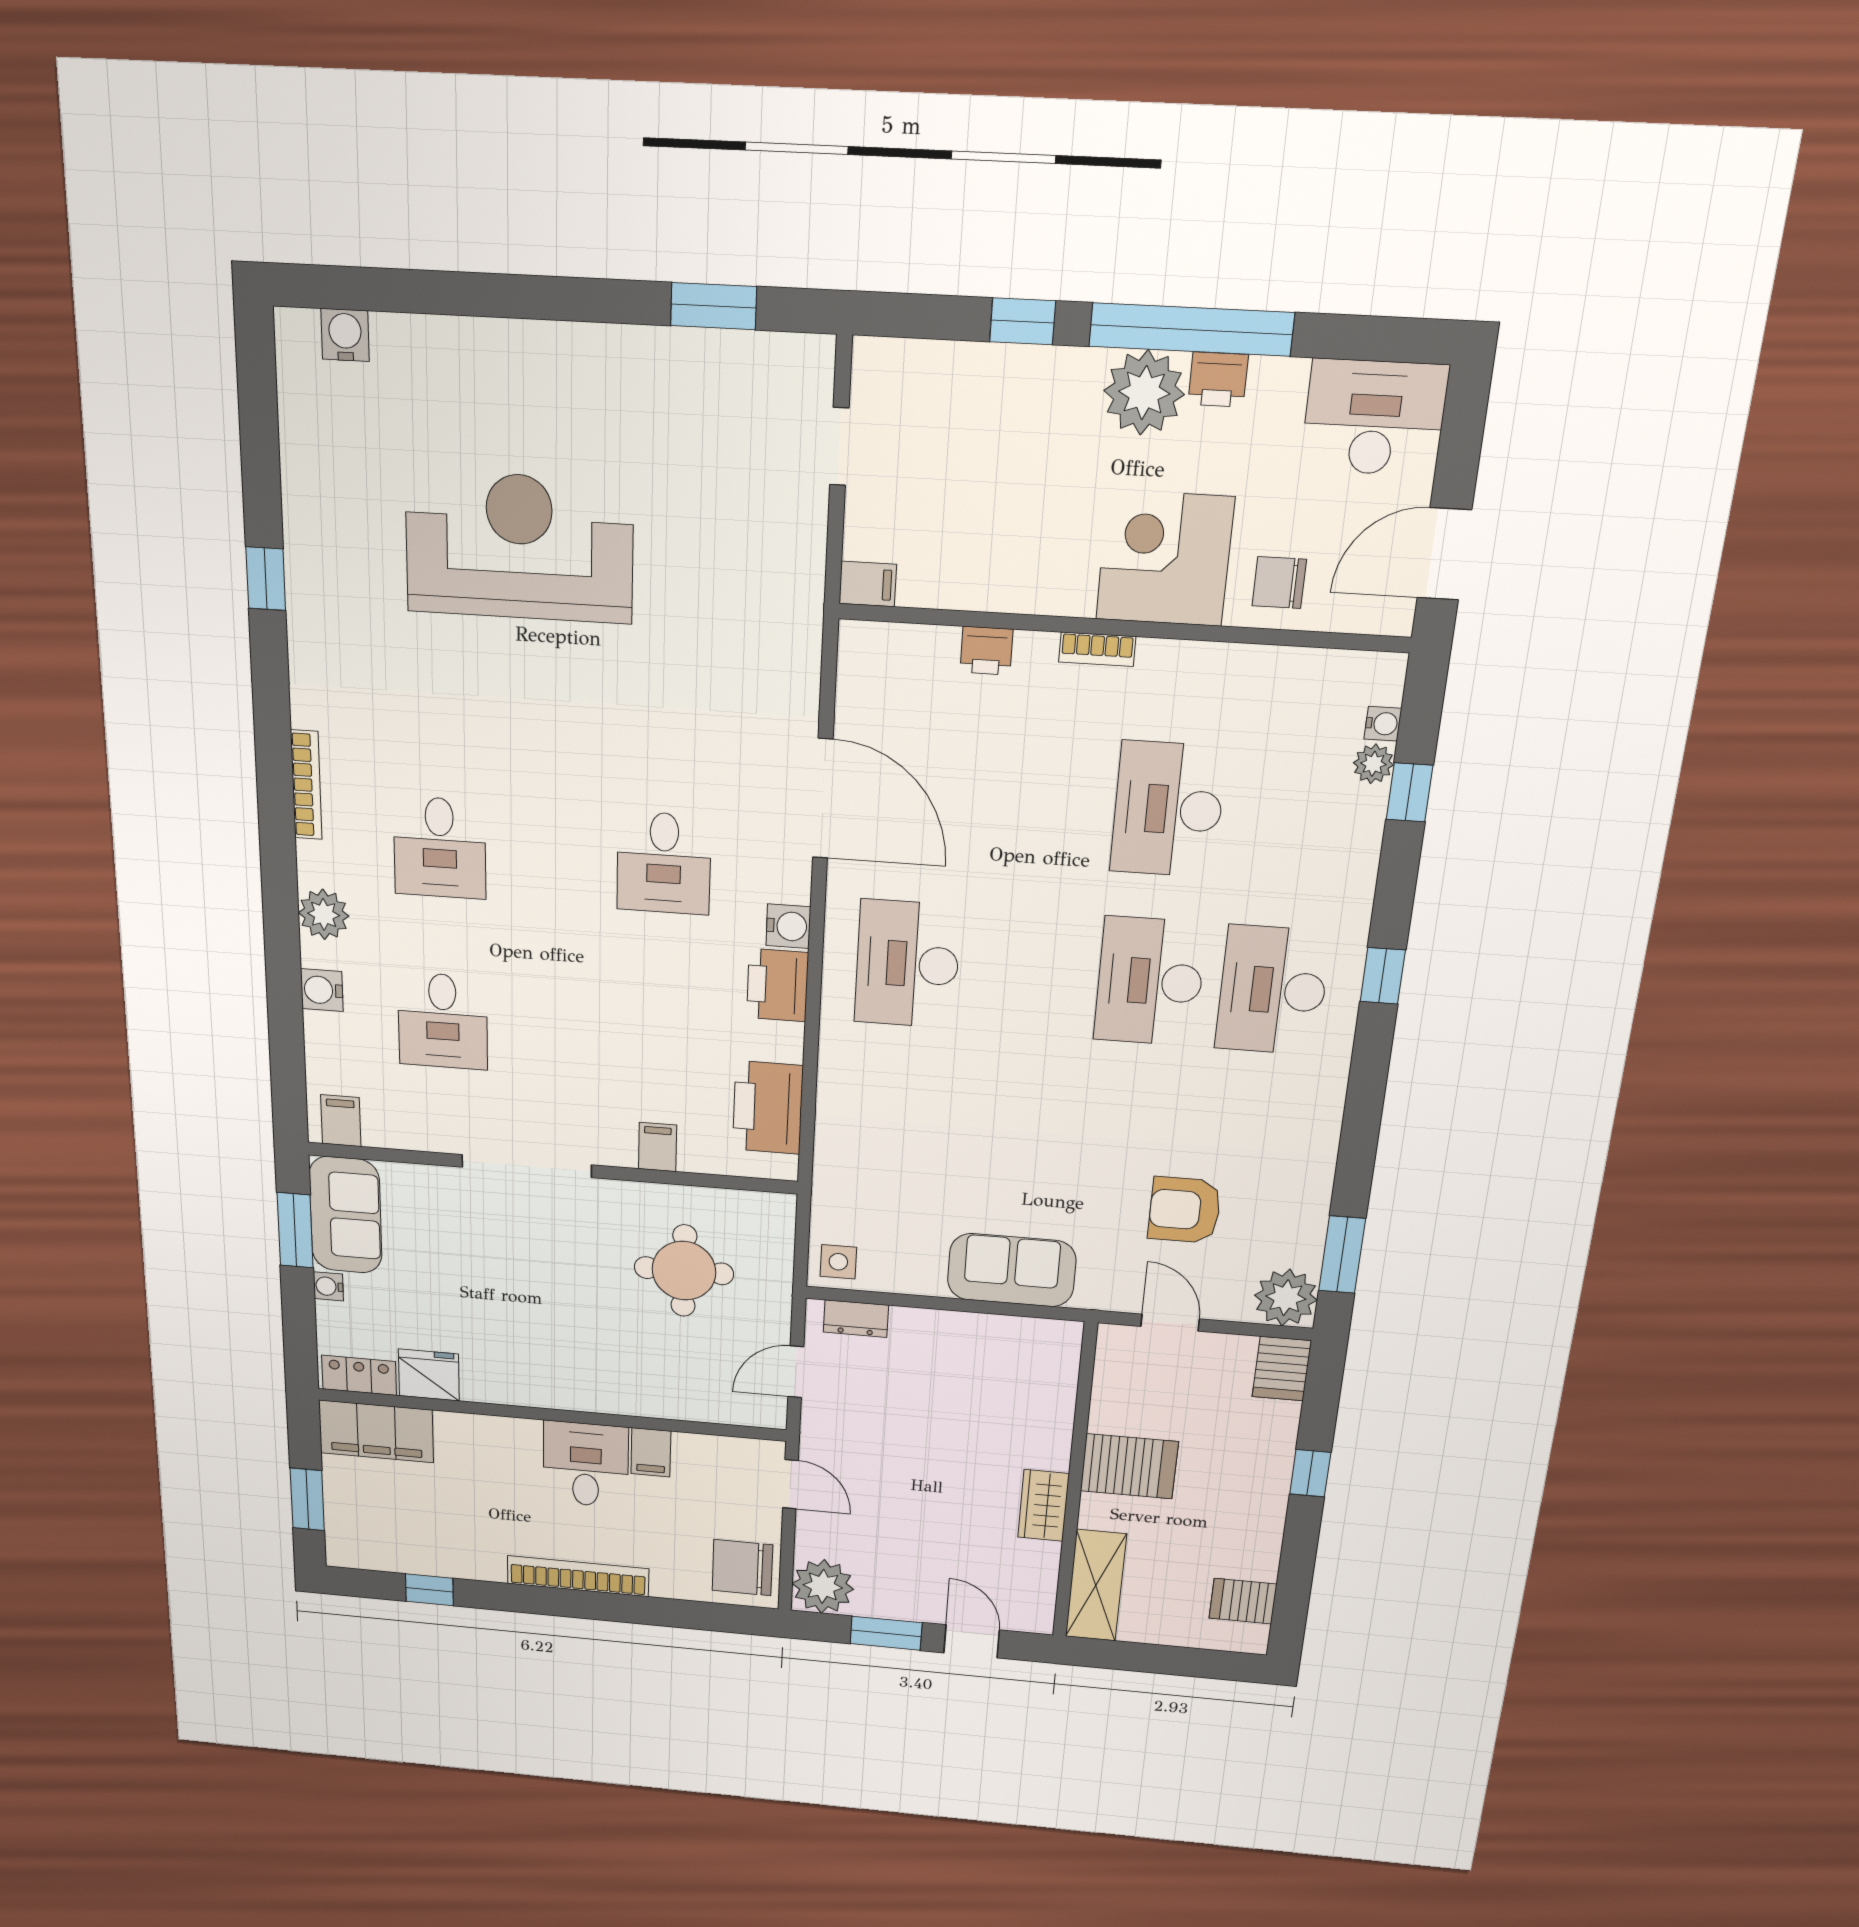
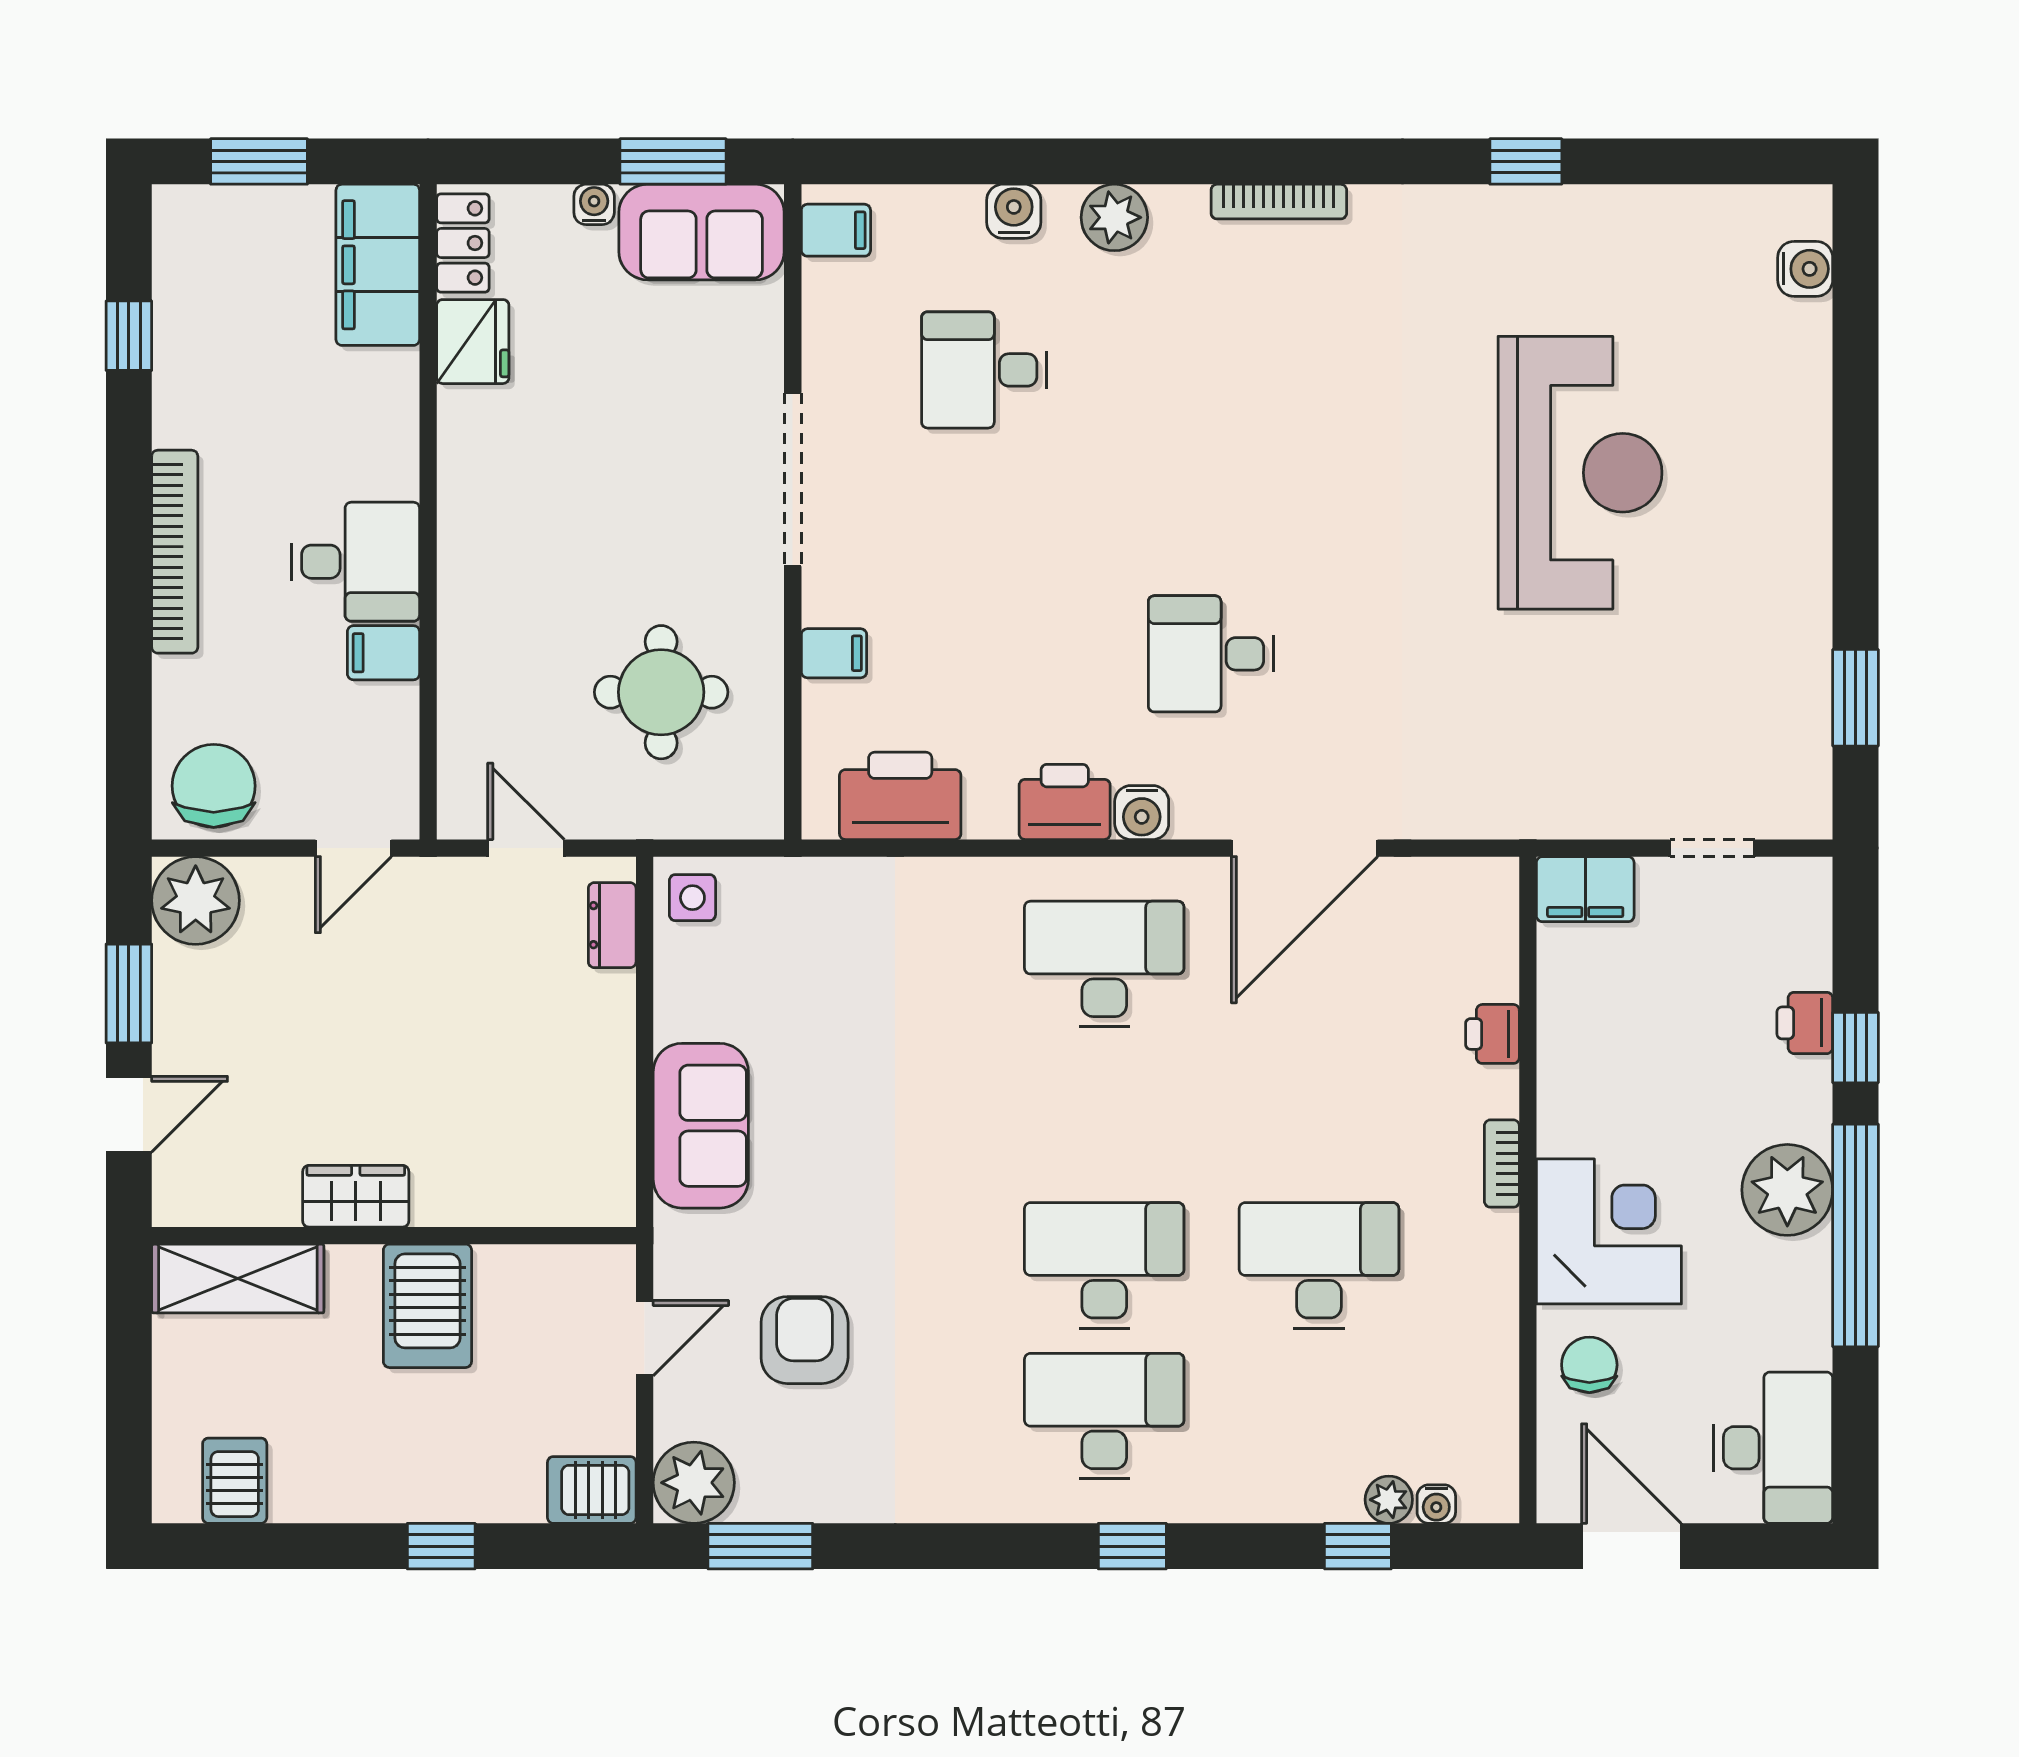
printer: (1218, 380) -> (1805, 1023), moved
filing cabinet: (868, 584) -> (1585, 889), width x2.00
desk: (440, 848) -> (1211, 370), removed

